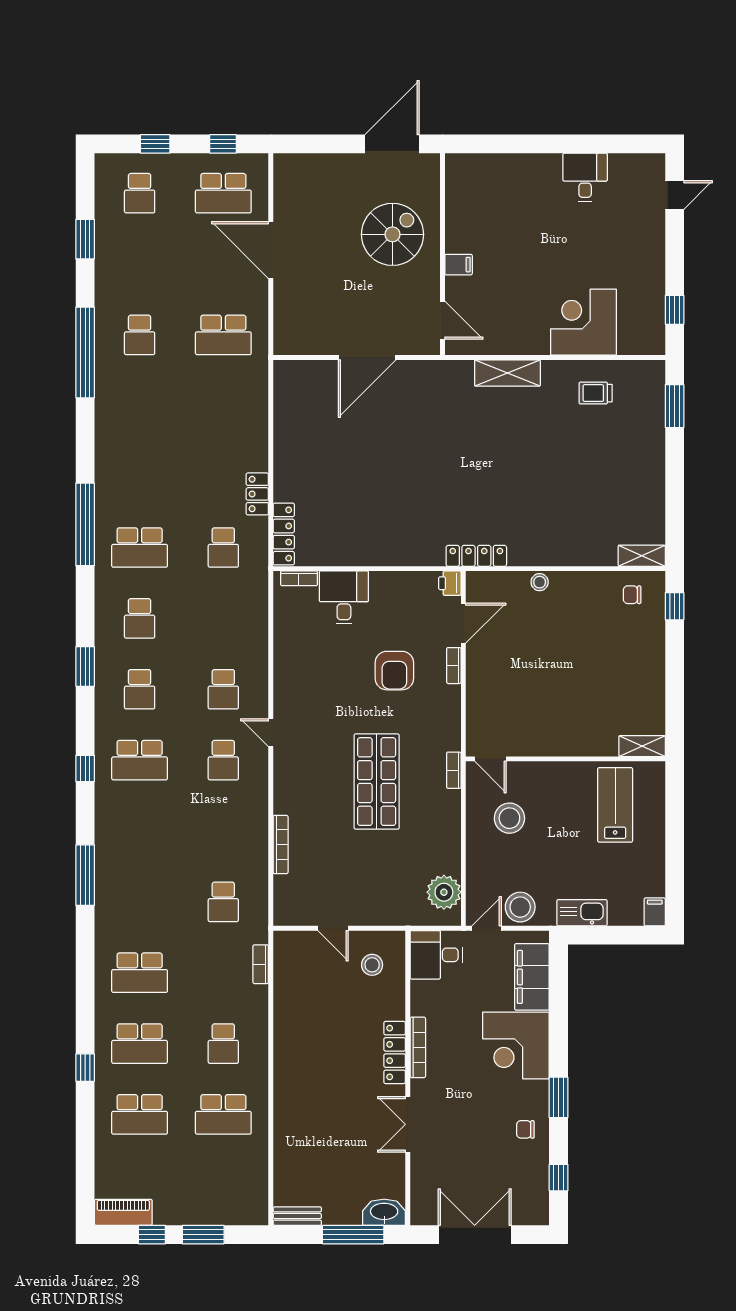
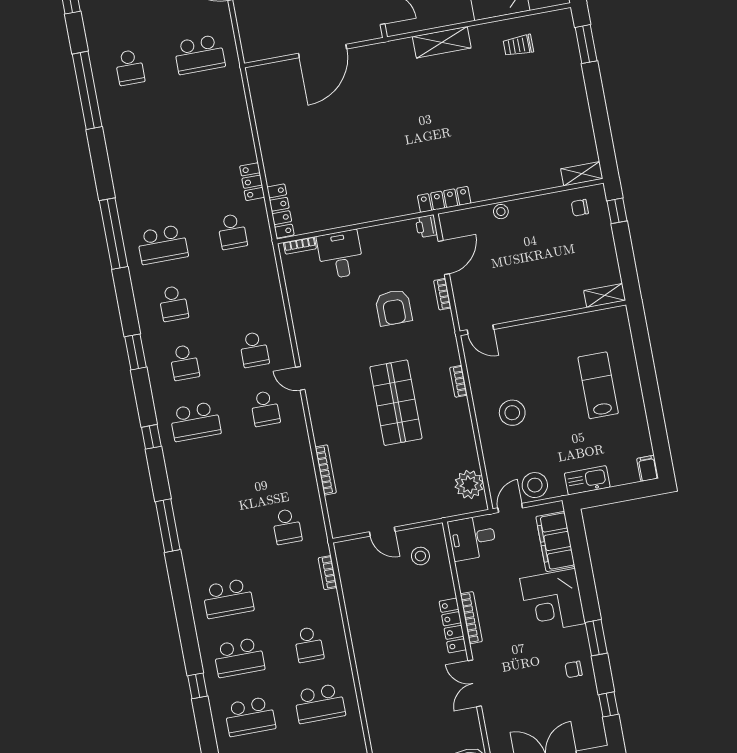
shelving: (642, 746) -> (605, 296), moved
door: (490, 759) -> (480, 330), moved
wall: (565, 759) -> (543, 318), moved

